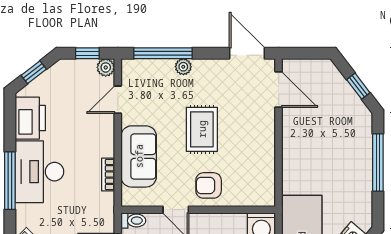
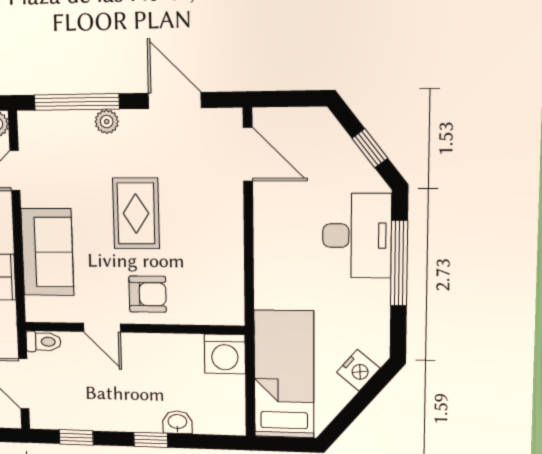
door: (247, 53) -> (175, 100), moved
desk: (350, 144) -> (357, 236), added
armchair: (209, 185) -> (148, 294), turned 180

